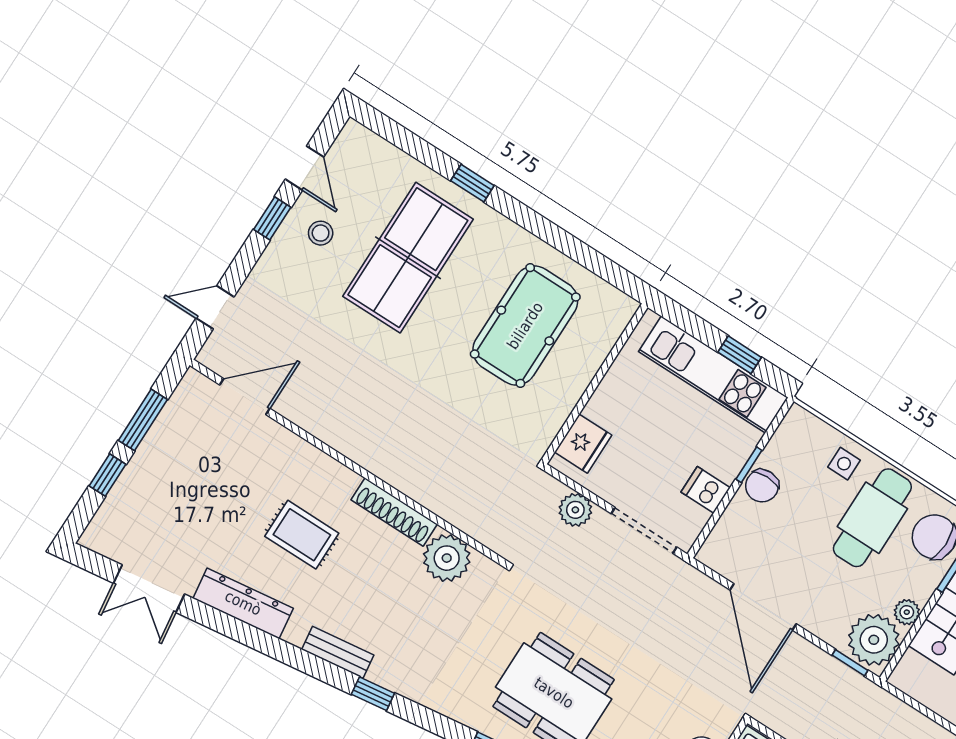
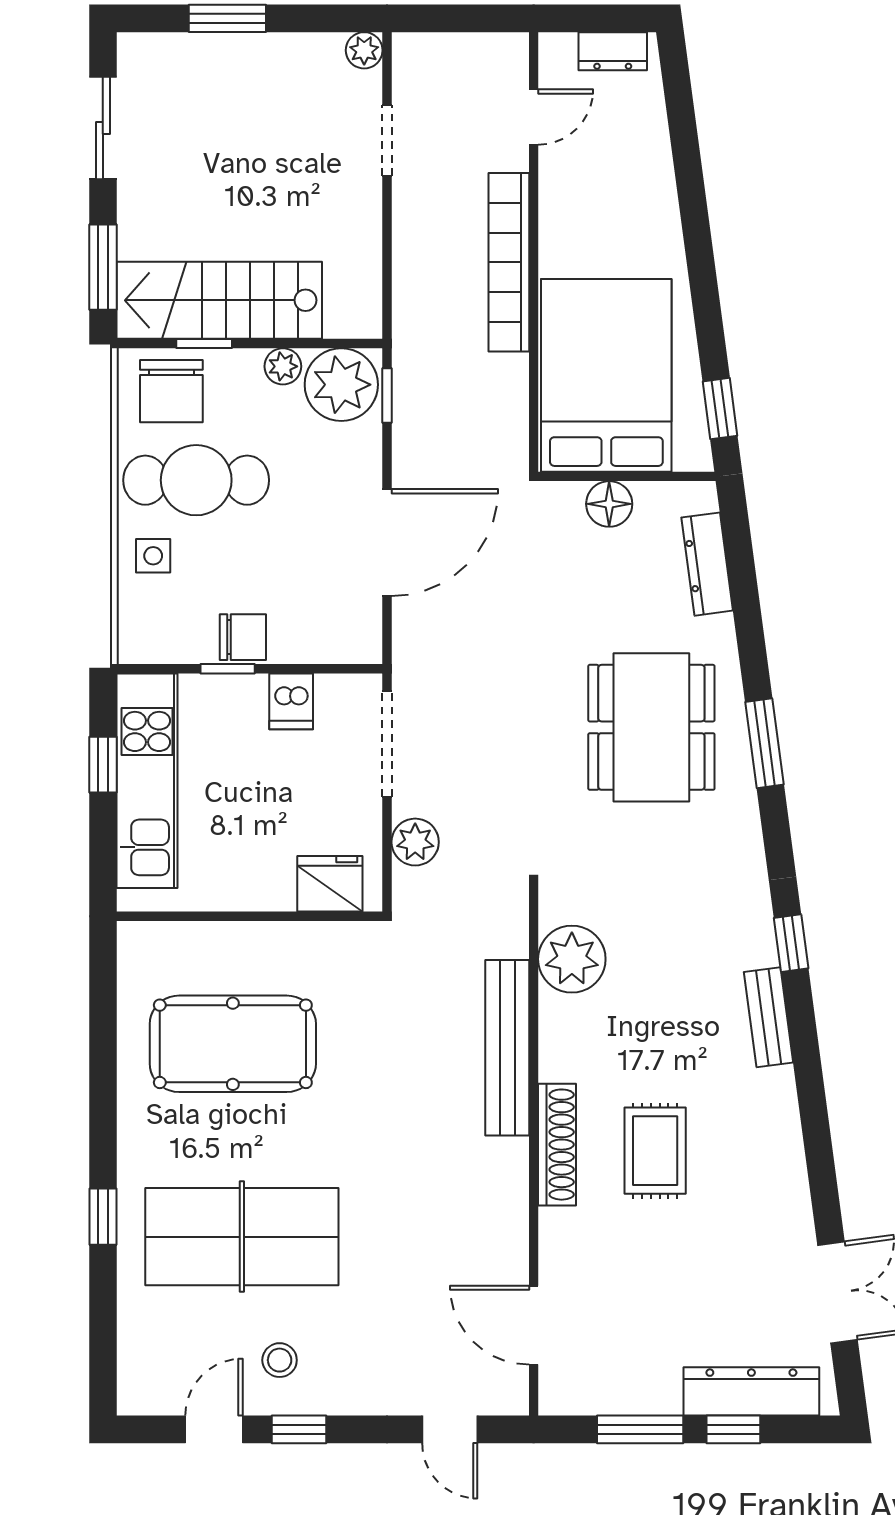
bench: (419, 486) -> (507, 1048), added
shoe rack: (394, 512) -> (557, 1145), moved
dresser: (243, 603) -> (751, 1391), moved, turned 98

